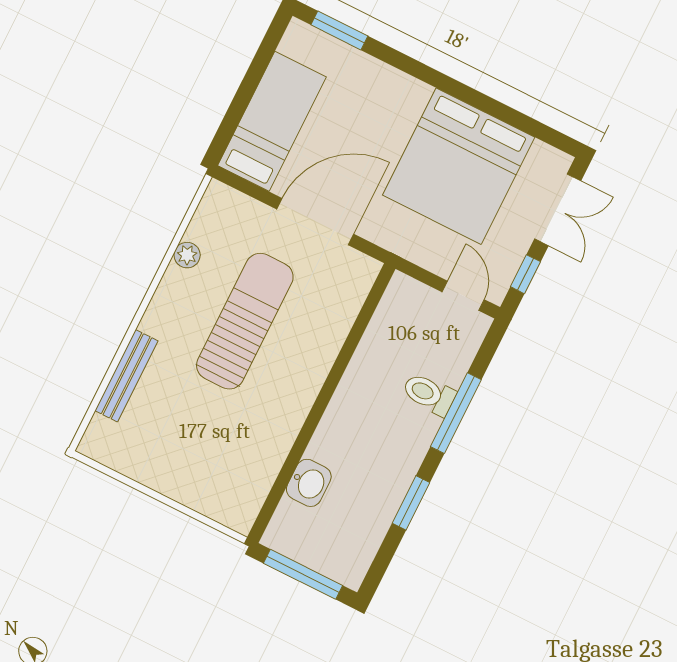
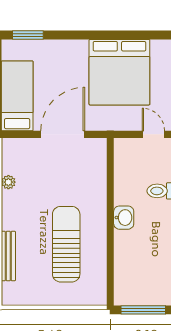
sun lounger: (245, 321) -> (66, 244), moved
washbasin: (309, 483) -> (124, 218), moved

